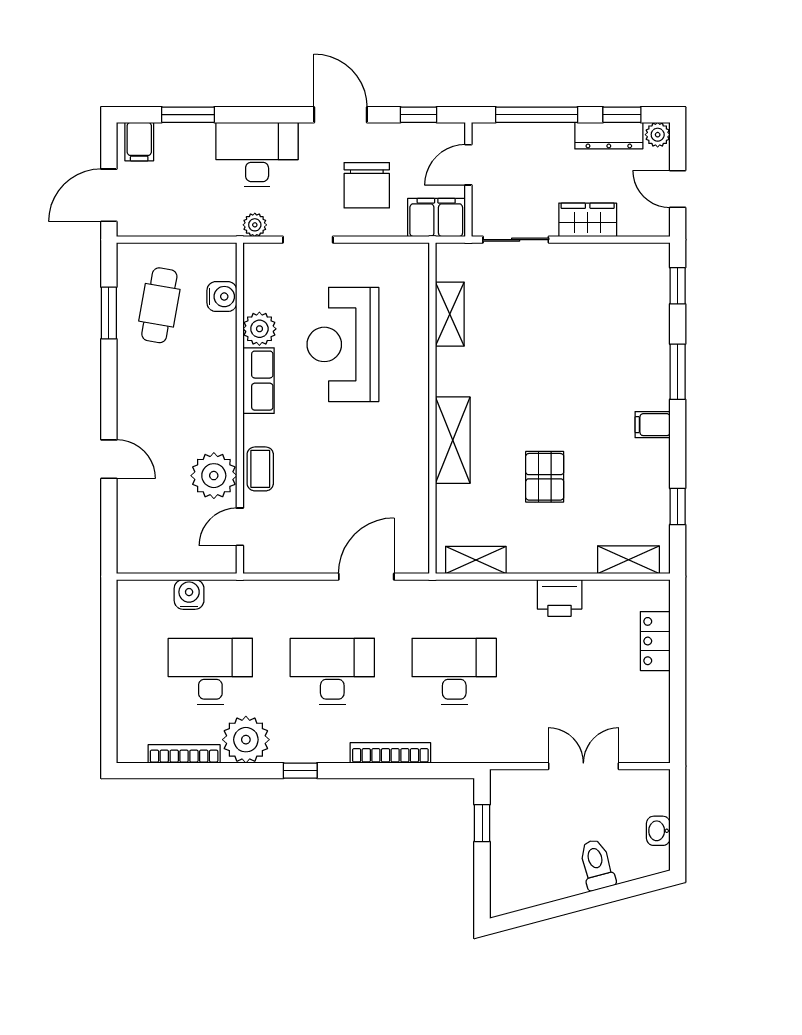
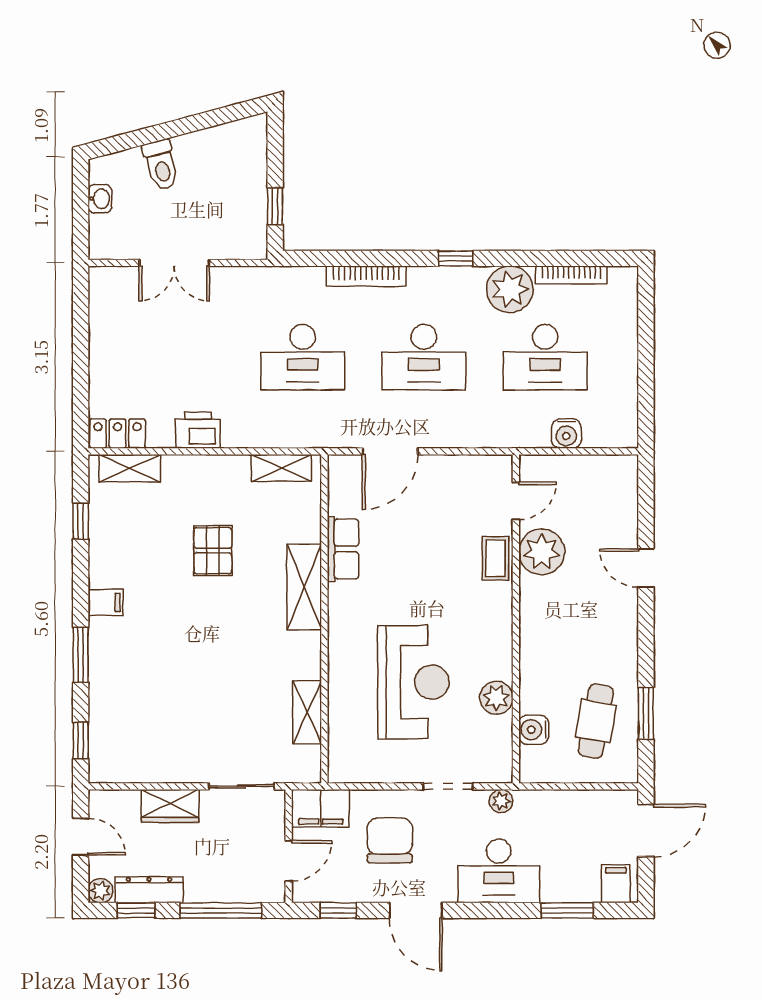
row of seats: (258, 381) -> (343, 549), moved, turned 180
locker: (655, 641) -> (117, 434), moved, turned -90

